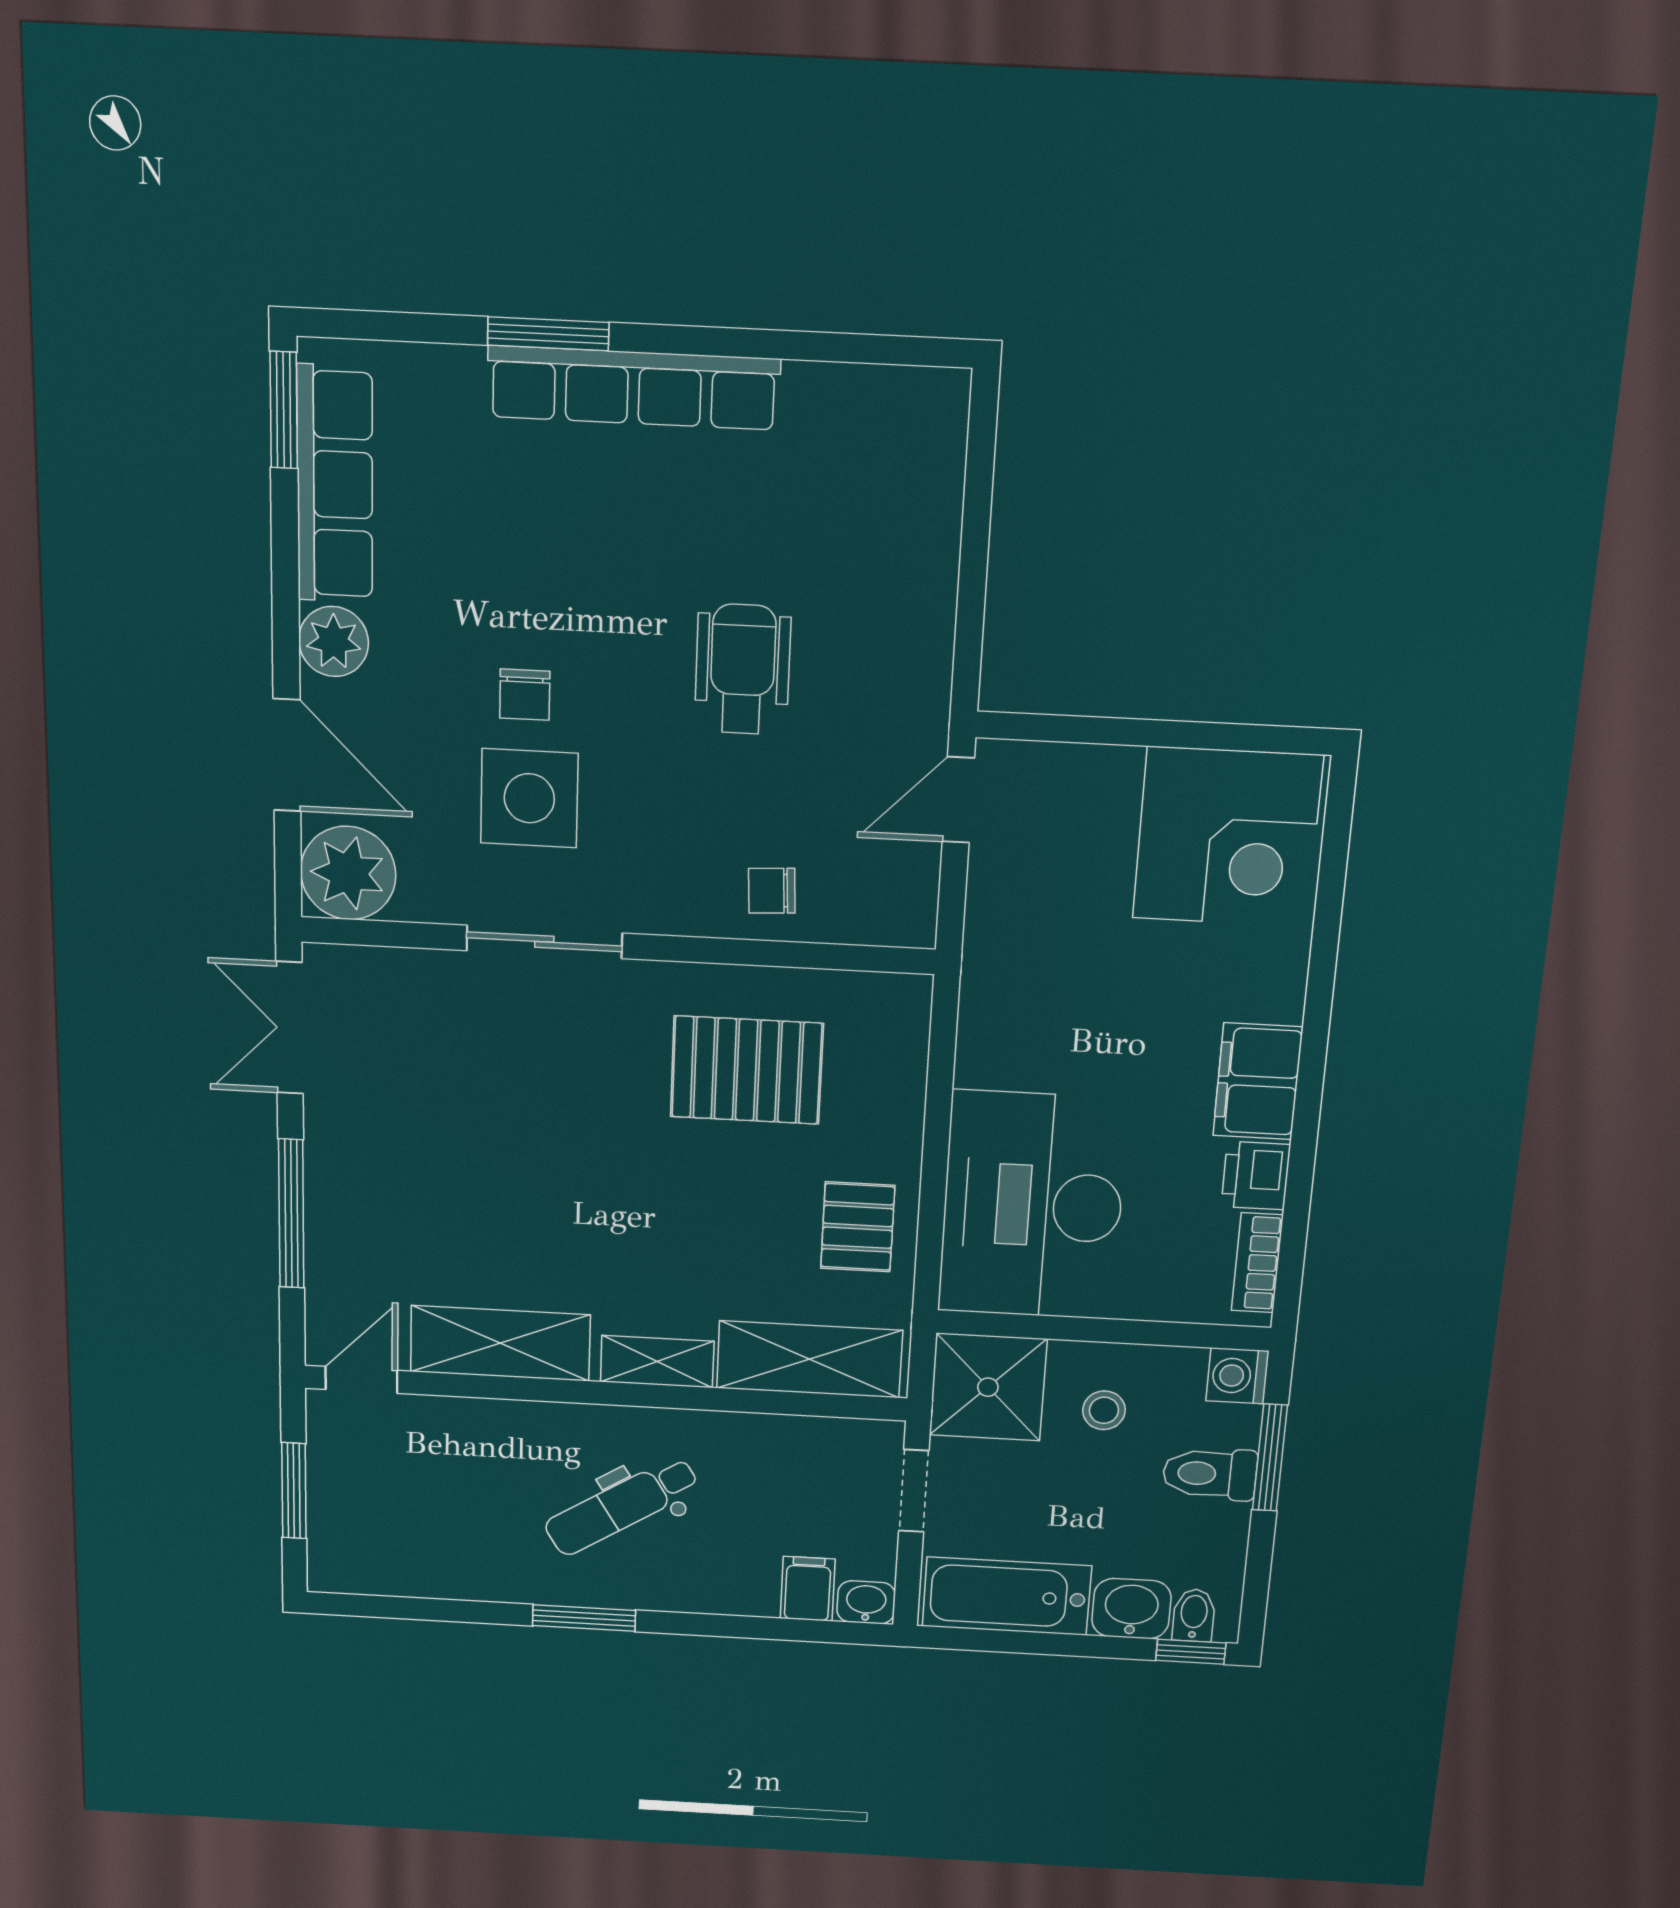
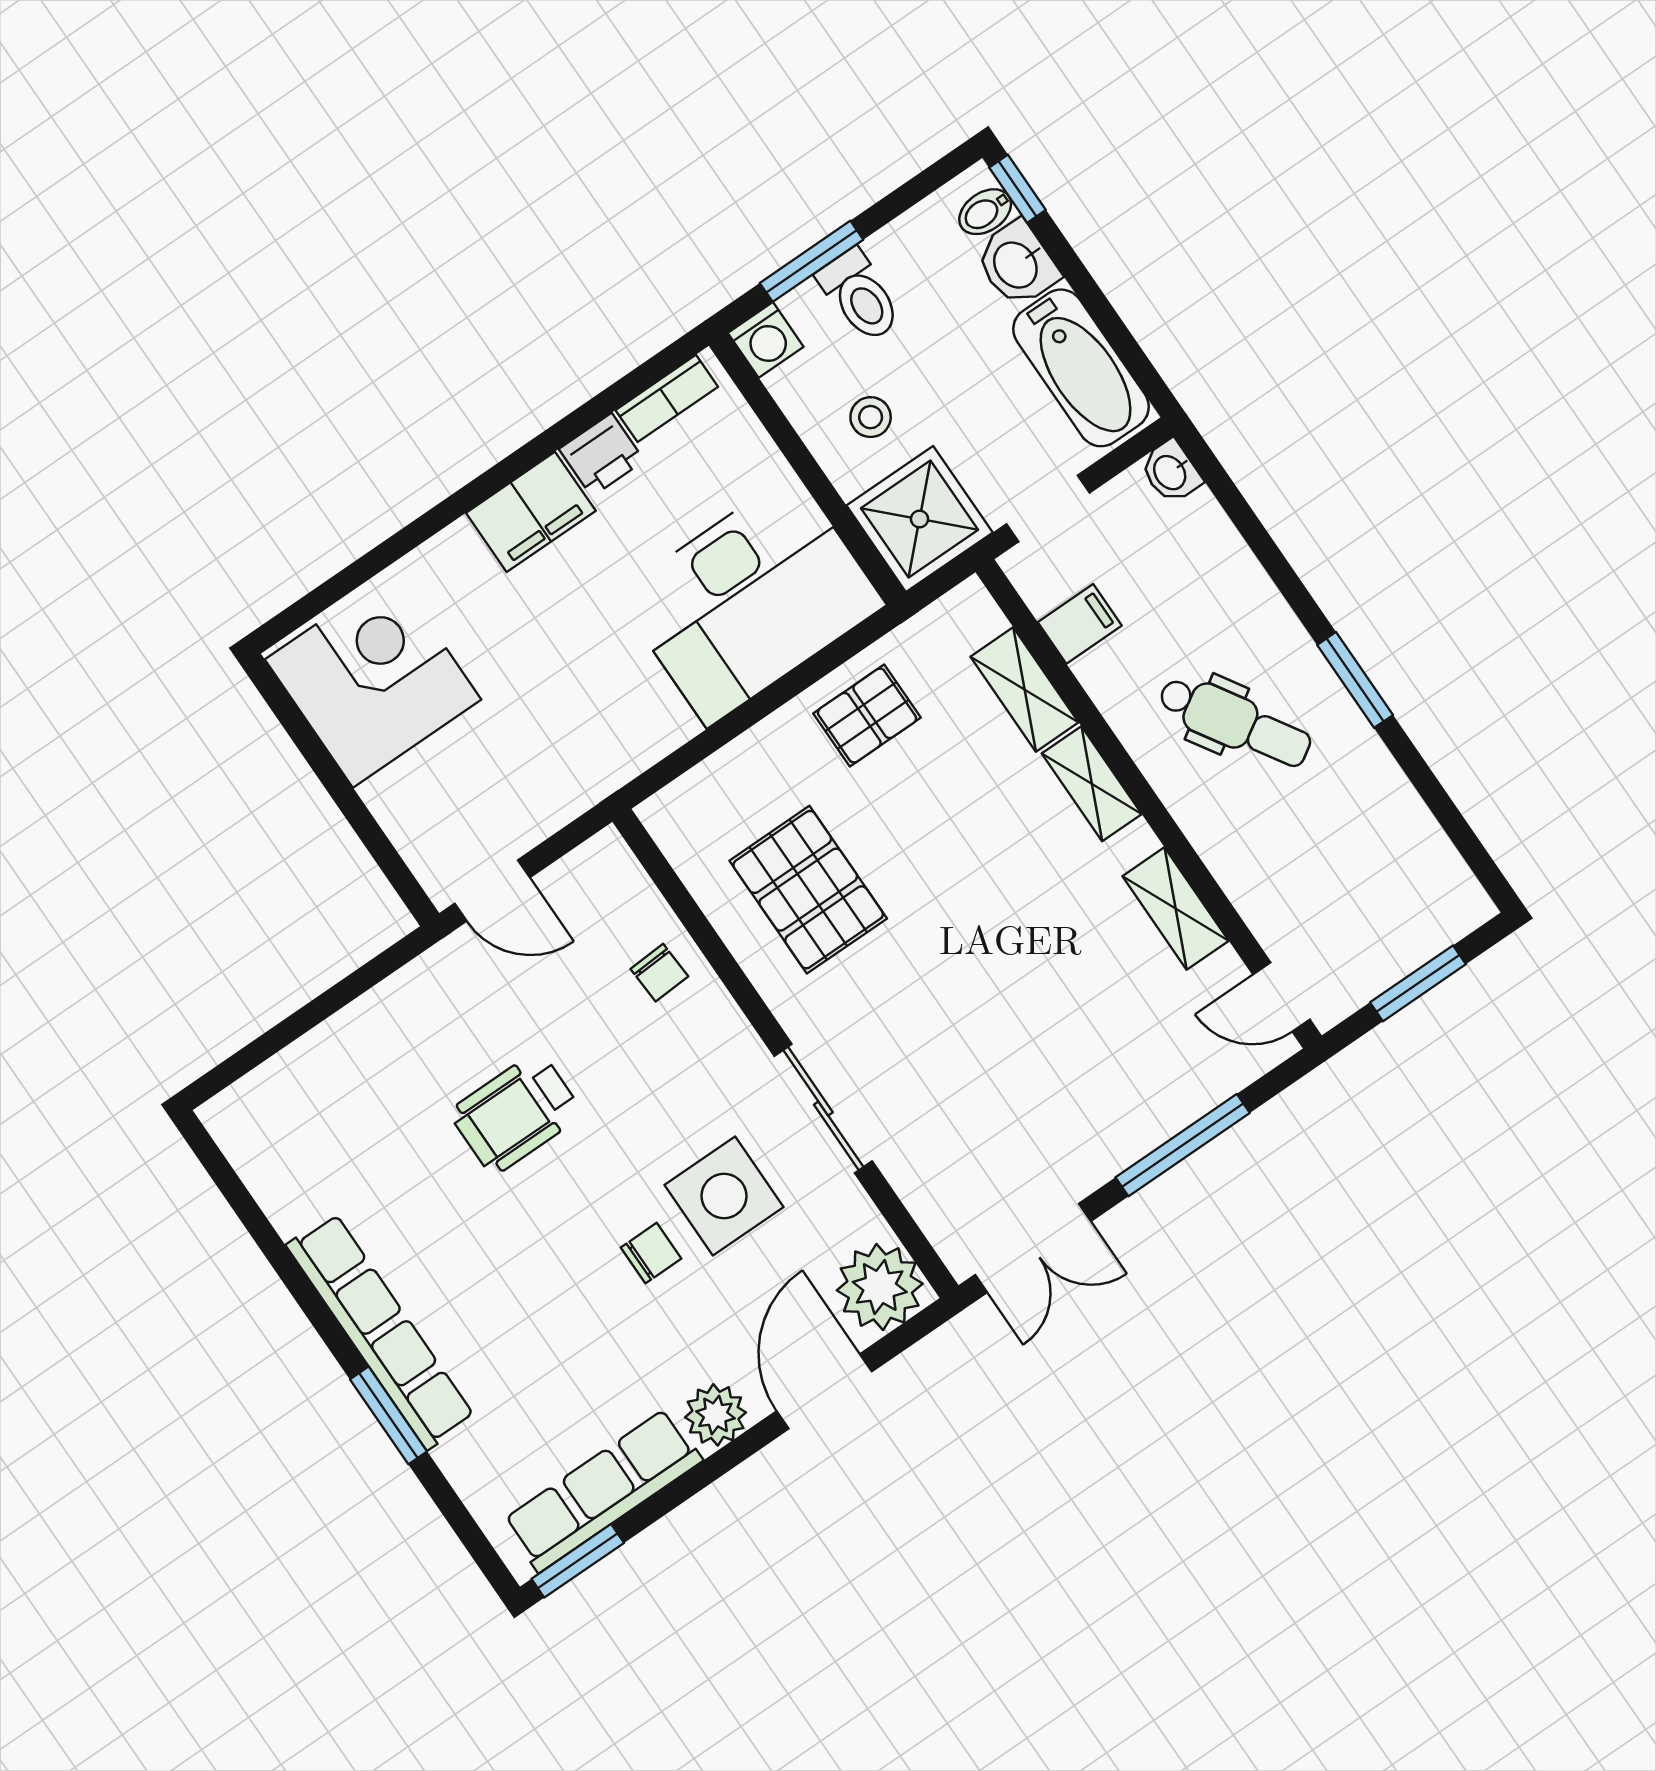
shelving: (500, 1343) -> (1176, 908), width x0.67, depth x0.75
shelving: (809, 1359) -> (1025, 689), width x0.67, depth x0.75
filing cabinet: (808, 1589) -> (1080, 624), moved, turned 180

